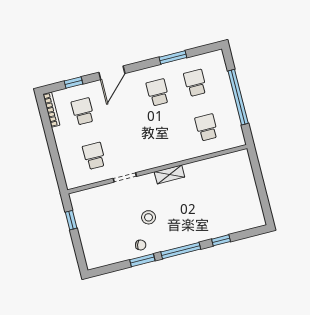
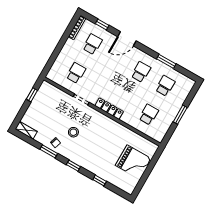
window: (238, 97) -> (180, 115), width x0.47
locker: (161, 160) -> (109, 109), added
shelving: (169, 174) -> (26, 130), moved
grand piano: (237, 189) -> (133, 162), added
window: (181, 251) -> (73, 166), width x0.46

